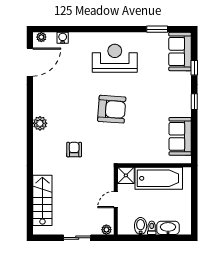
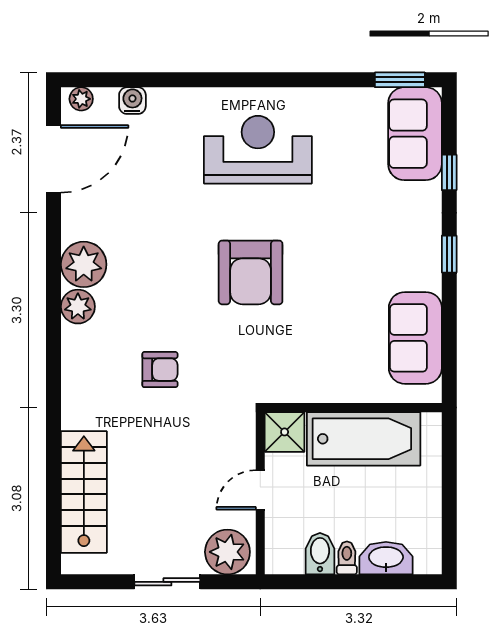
window: (157, 29) -> (400, 80), moved
plant: (42, 106) -> (84, 264), added
armchair: (112, 109) -> (251, 272), turned 86
armchair: (74, 150) -> (160, 370), turned 90
plant: (106, 230) -> (227, 552), width x1.88, depth x1.88

